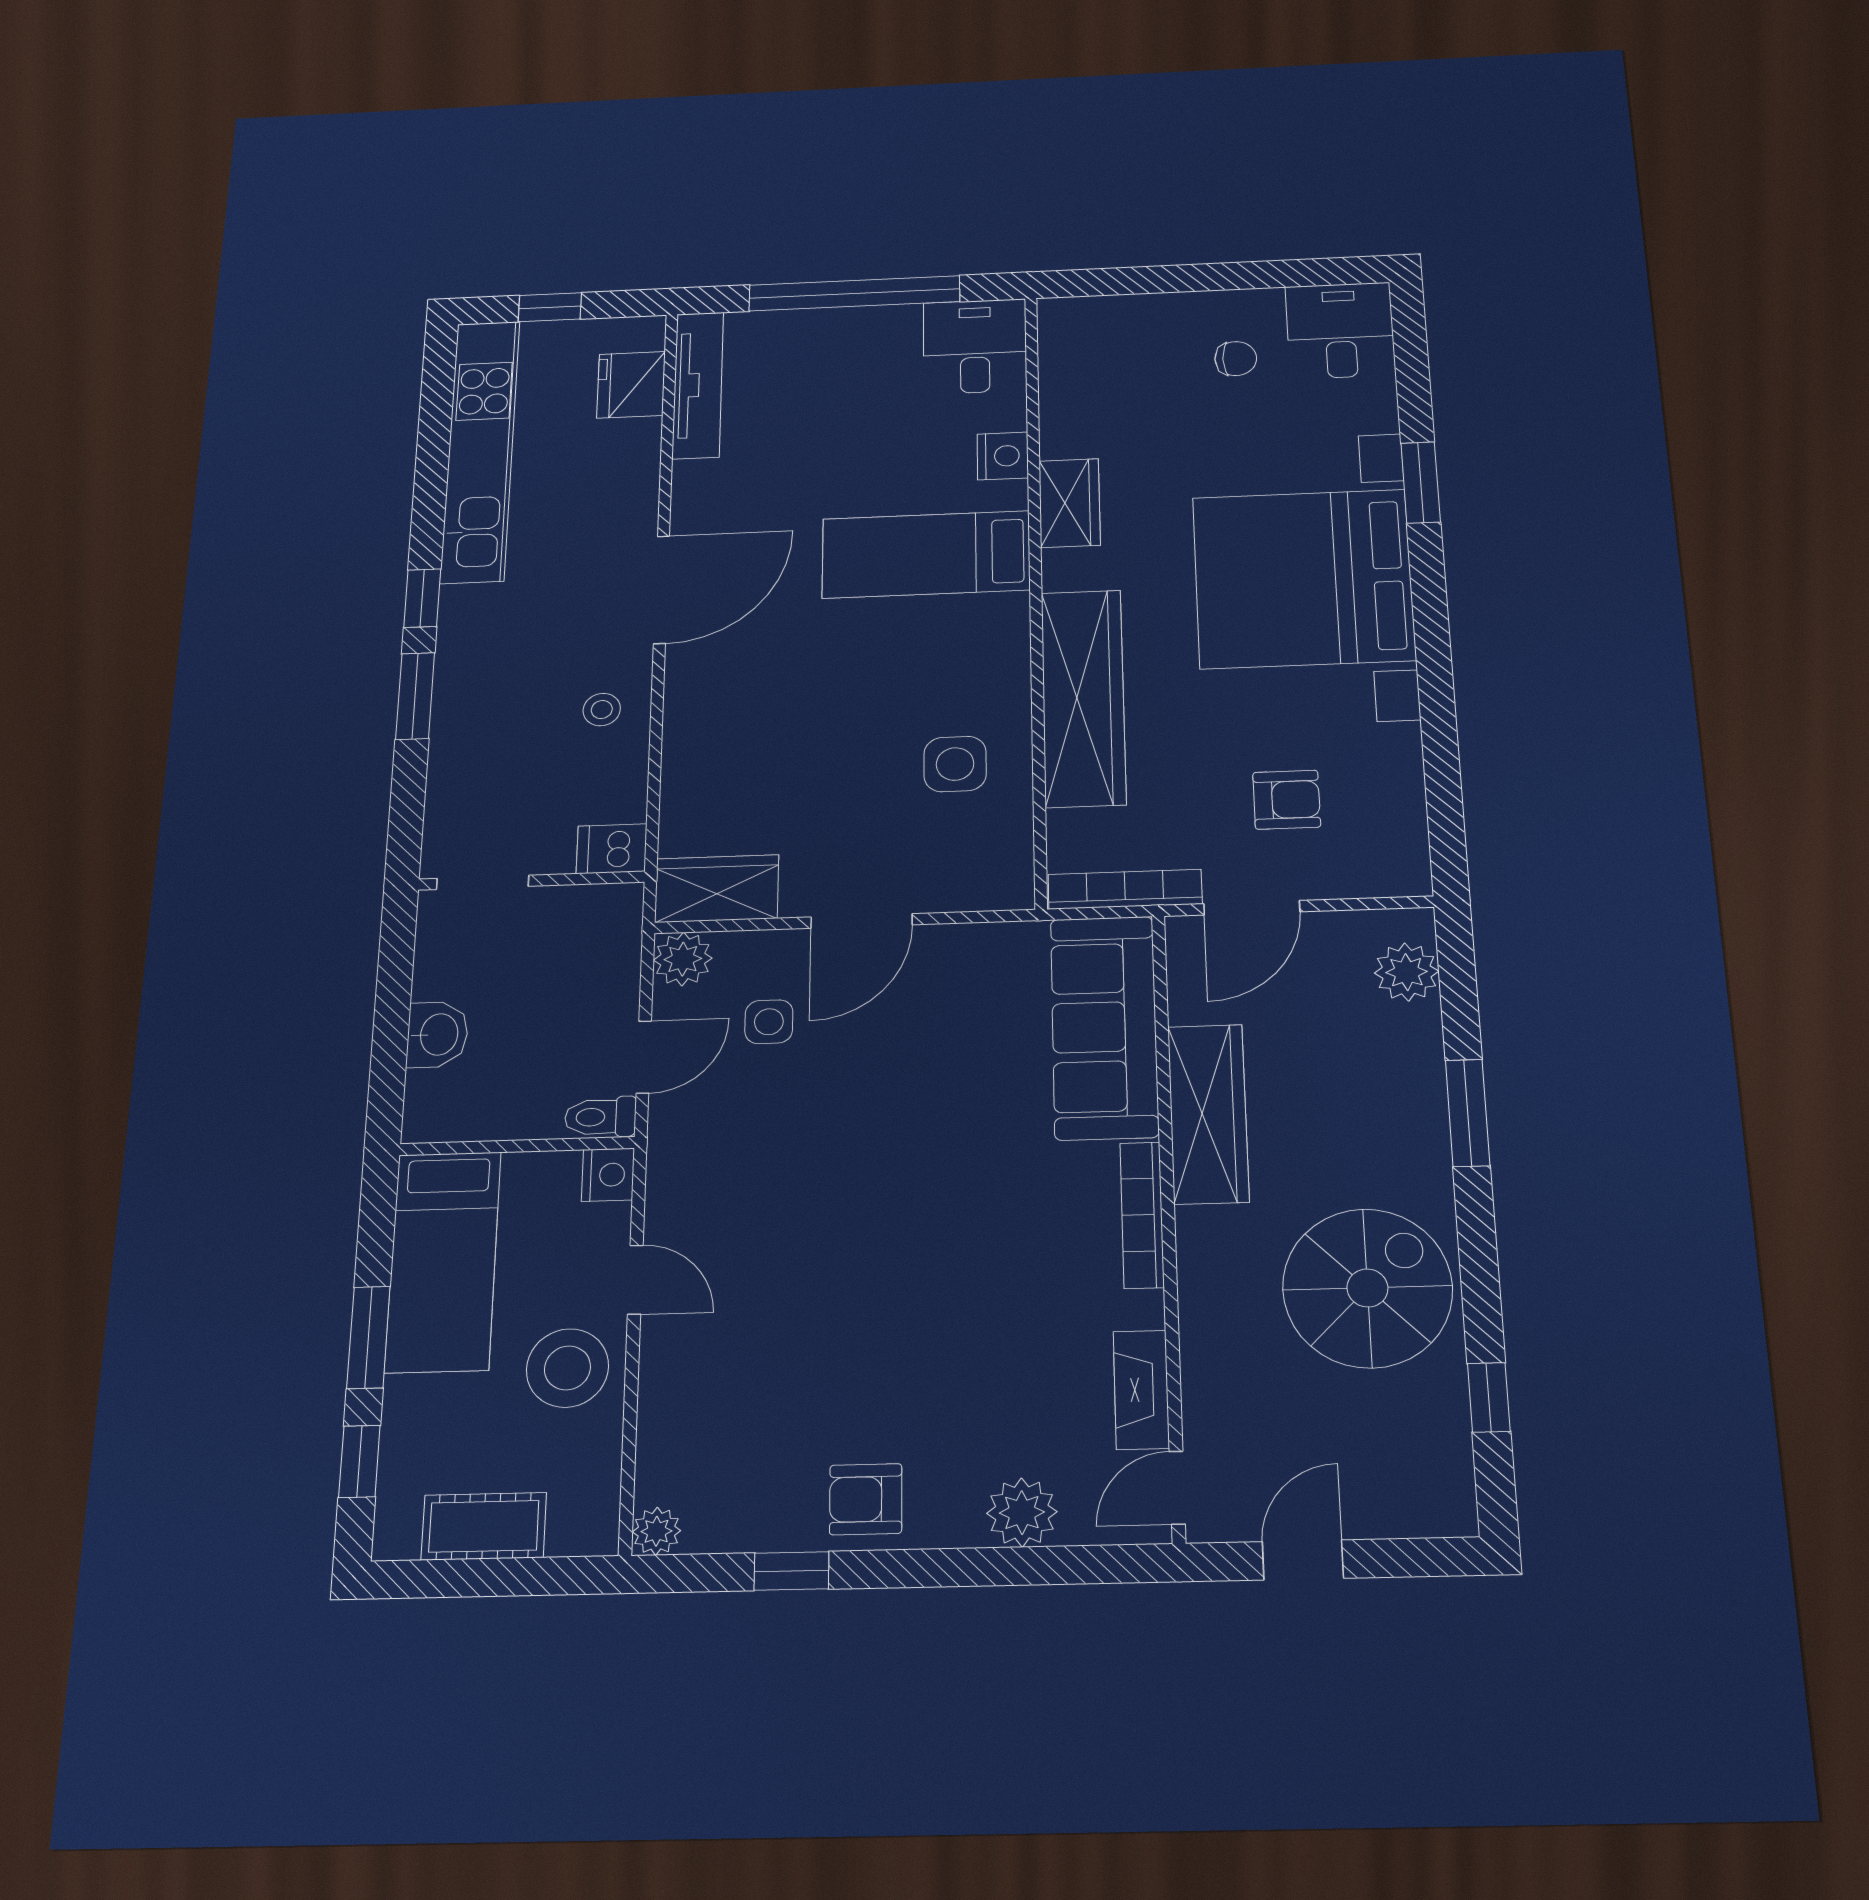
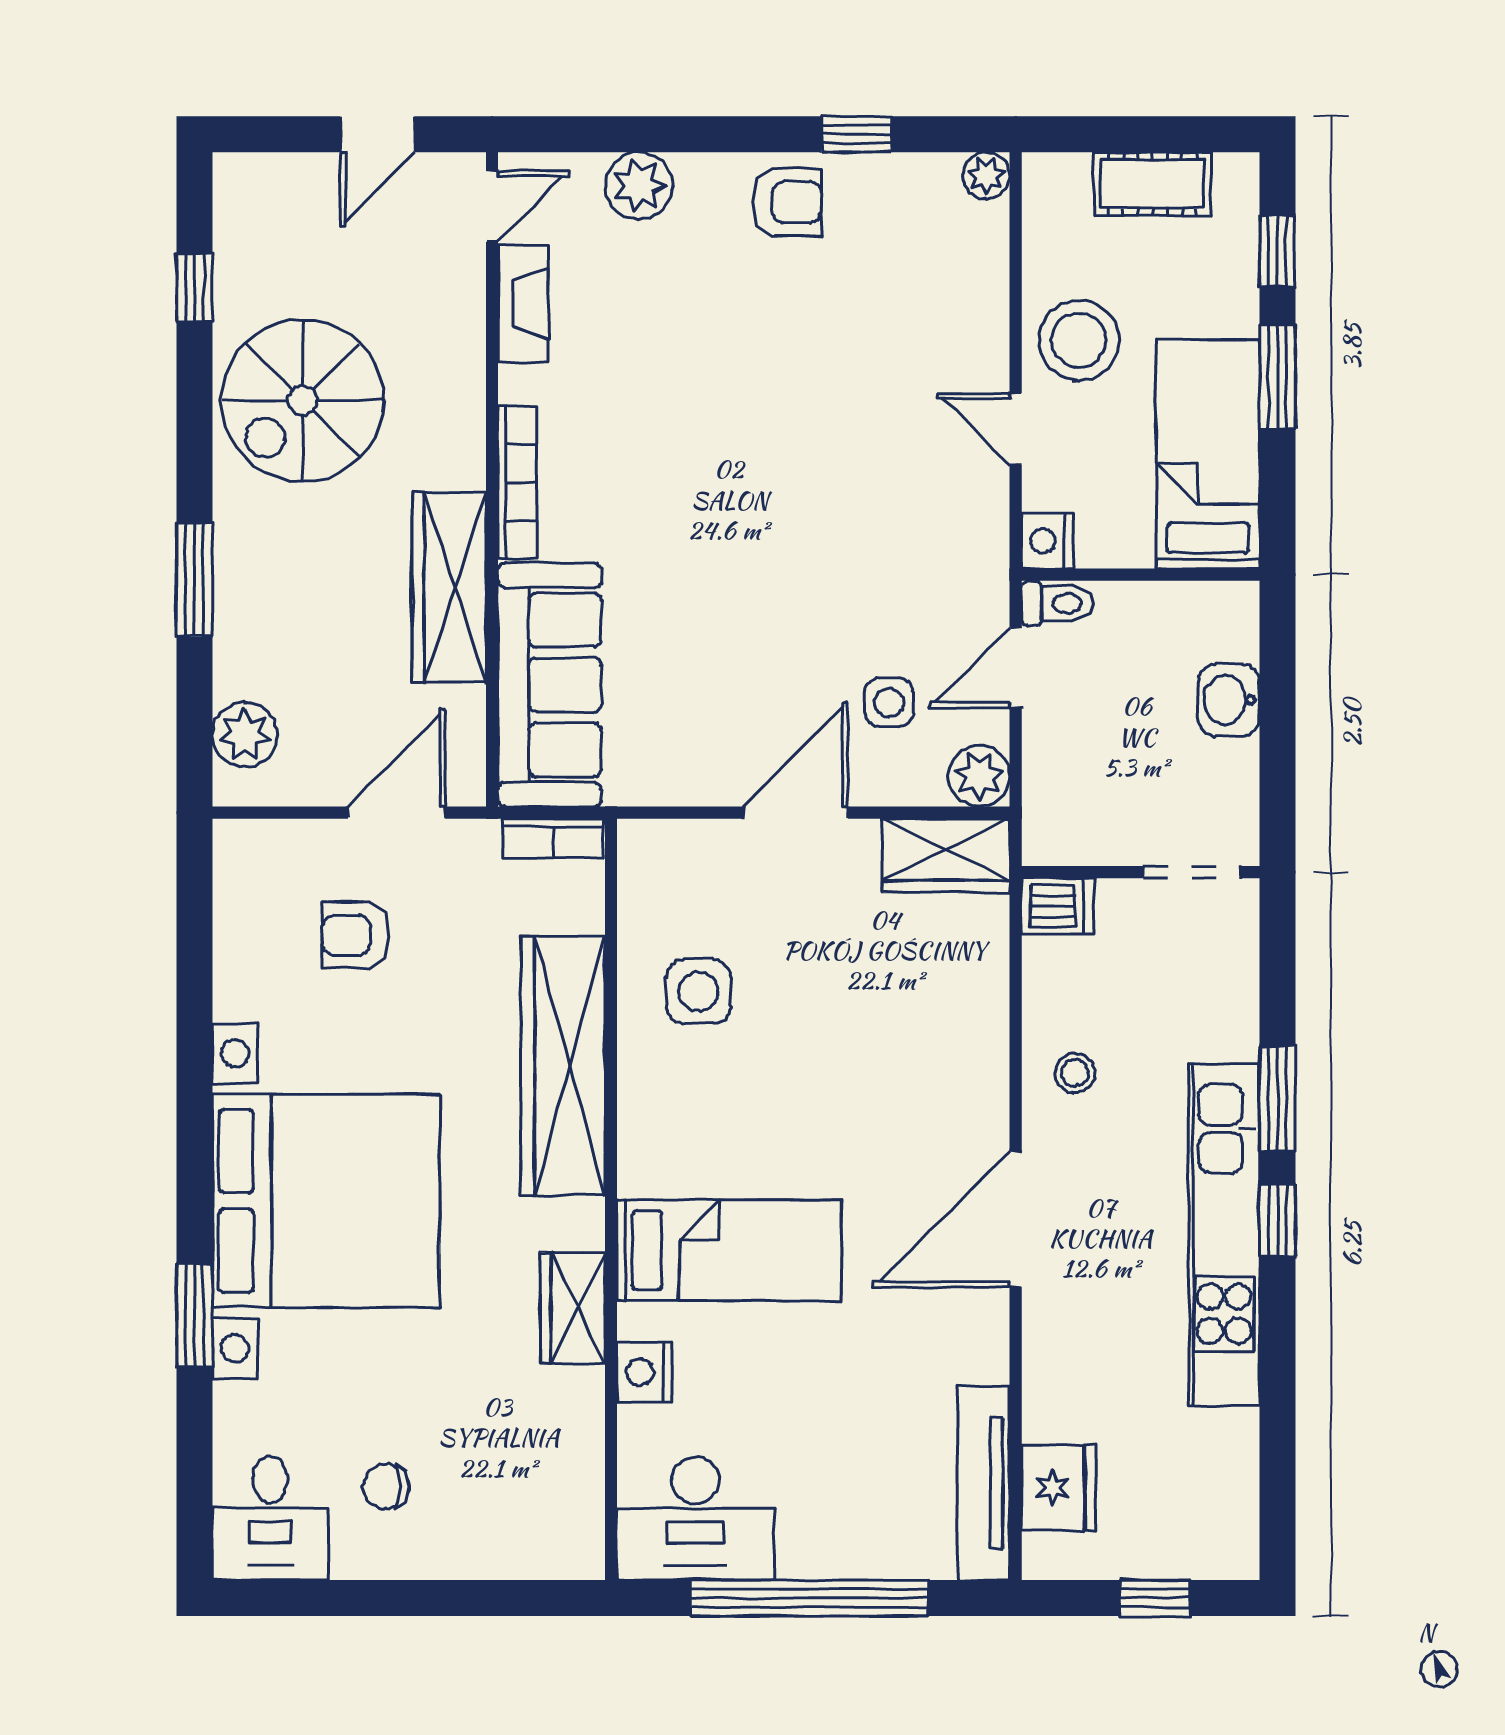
desk: (975, 346) -> (695, 1519), width x1.37
kitchen unit: (480, 450) -> (1224, 1235), moved
bookcase: (1125, 889) -> (553, 839), width x0.64

